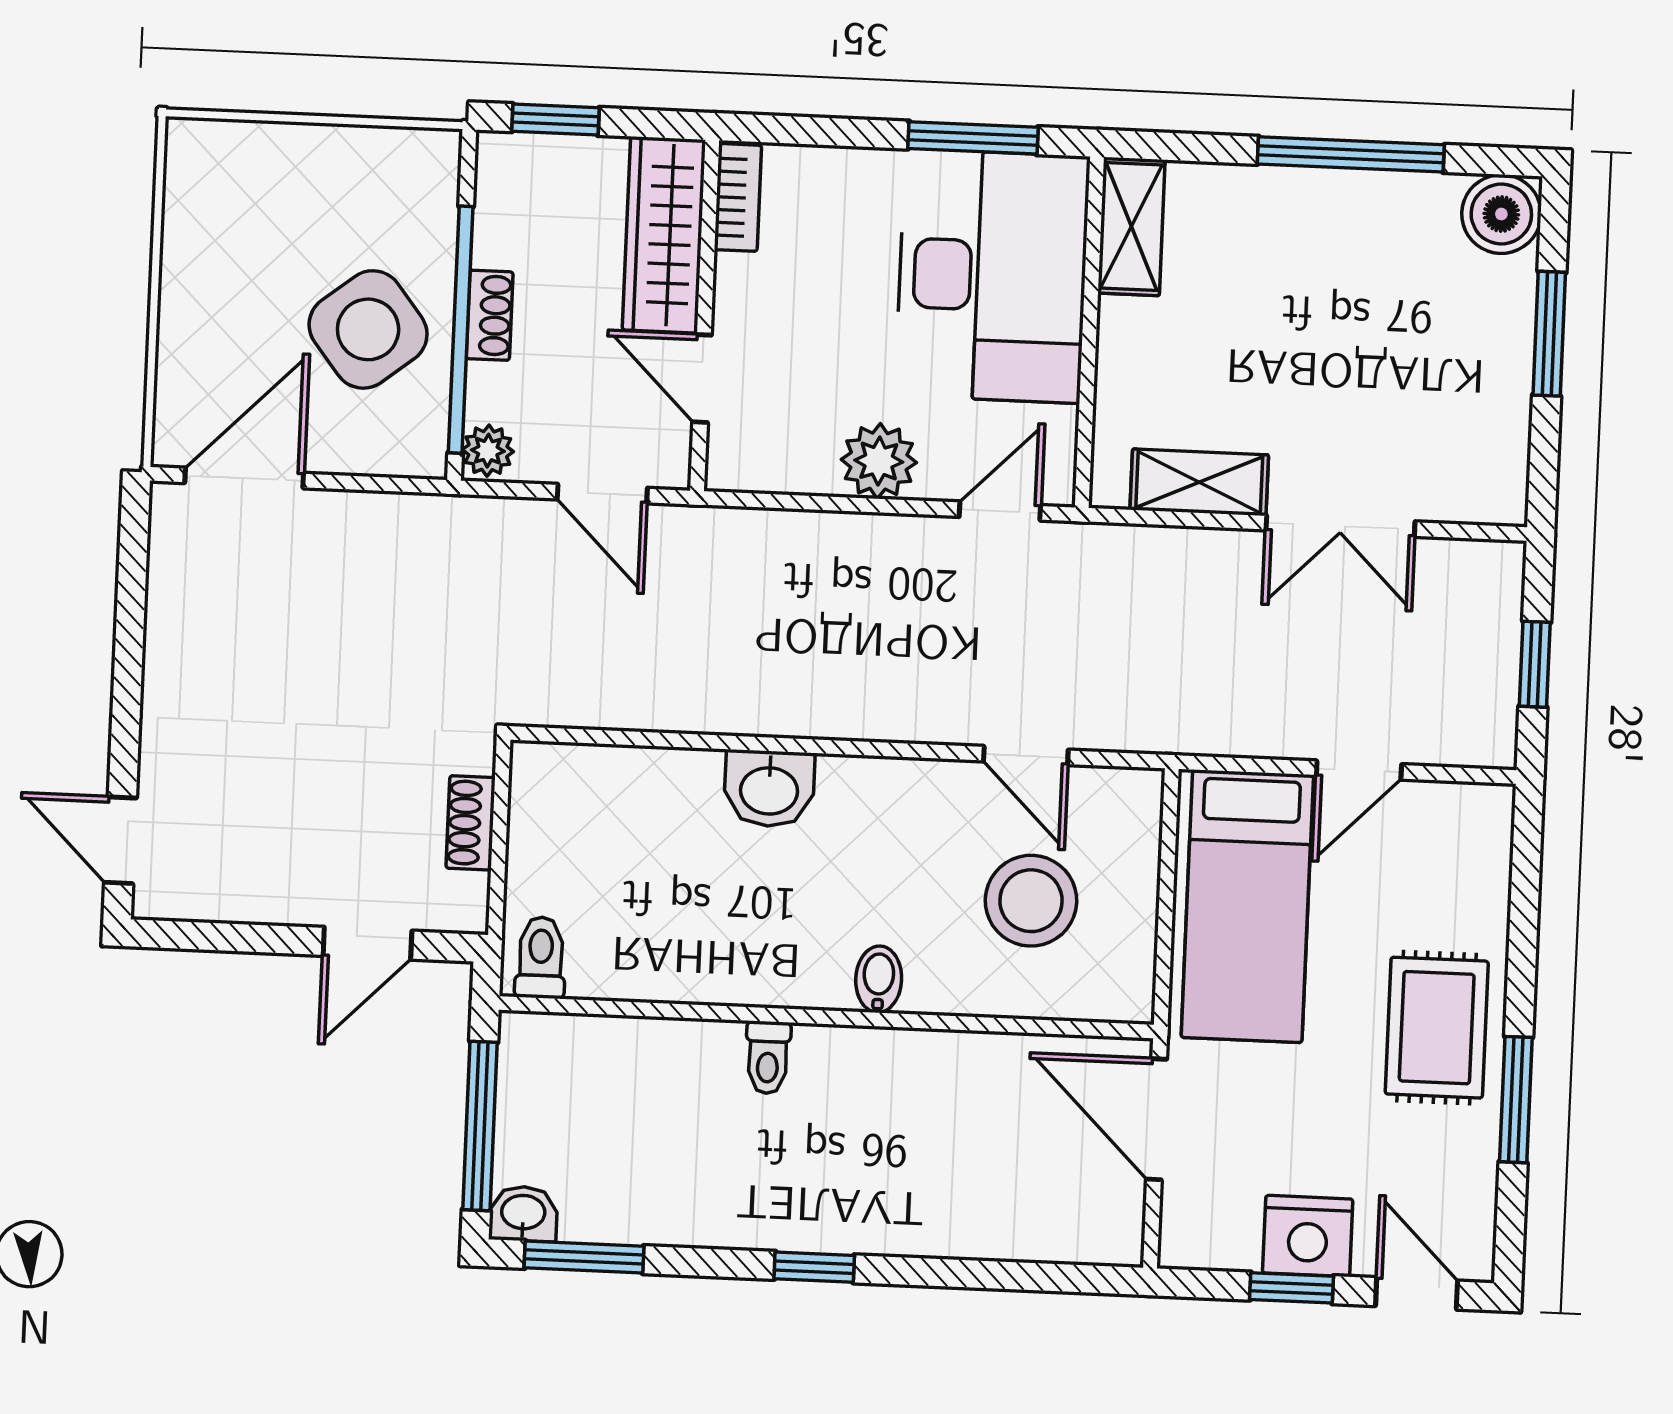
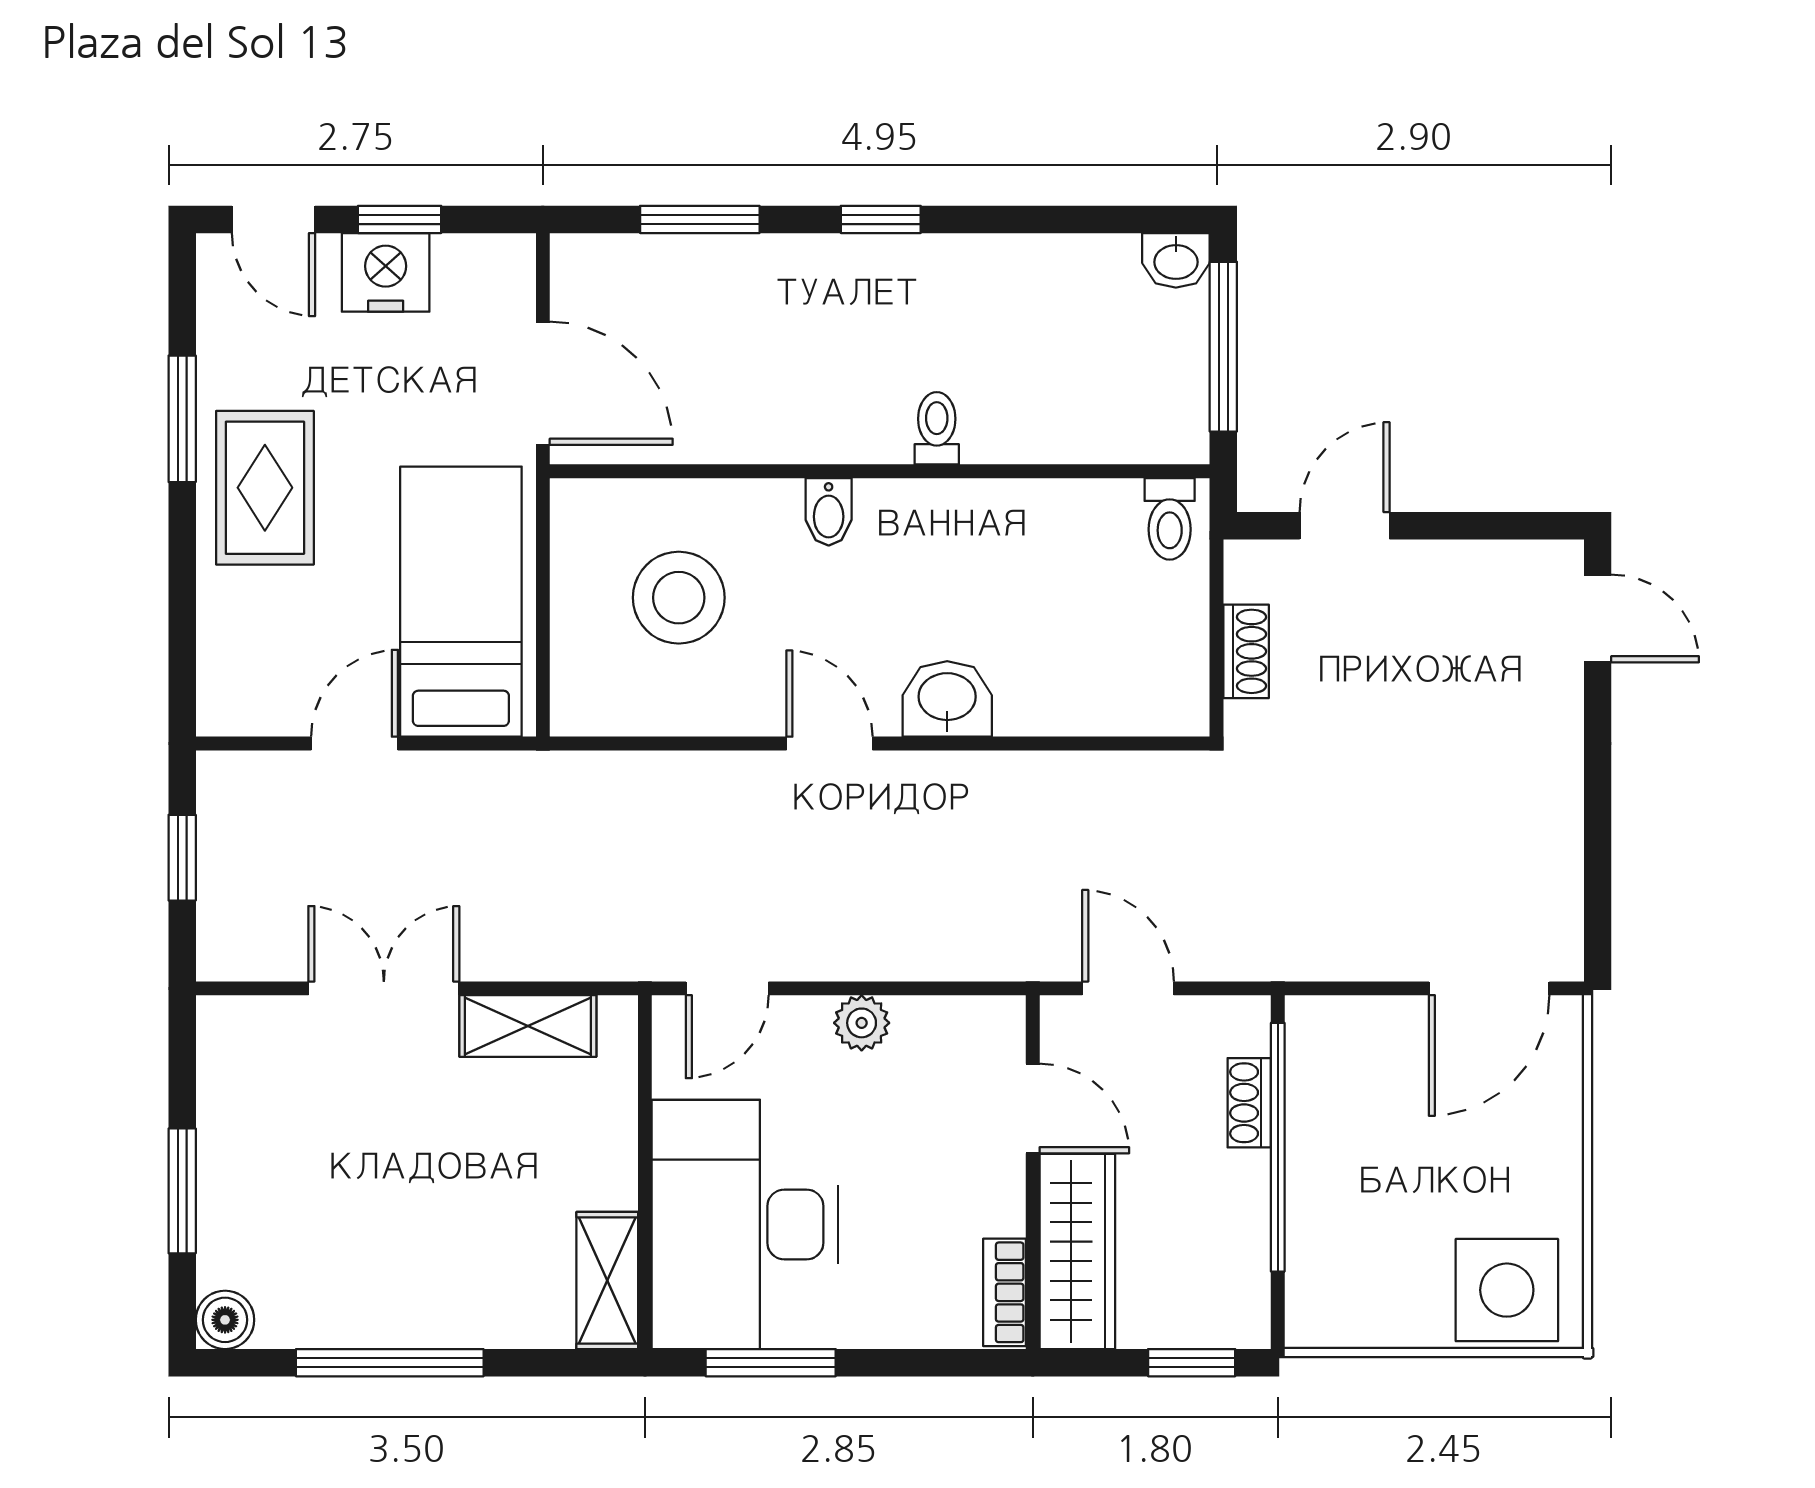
boiler: (1501, 214) -> (225, 1320), width x0.73, depth x0.73
shoe rack: (490, 315) -> (1249, 1103), moved
side table: (368, 329) -> (1507, 1290), moved, turned 38
plant: (488, 451) -> (1245, 1027), removed
plant: (879, 461) -> (862, 1023), width x0.73, depth x0.73
door: (1026, 756) -> (829, 743), moved
window: (584, 1257) -> (700, 219), moved

